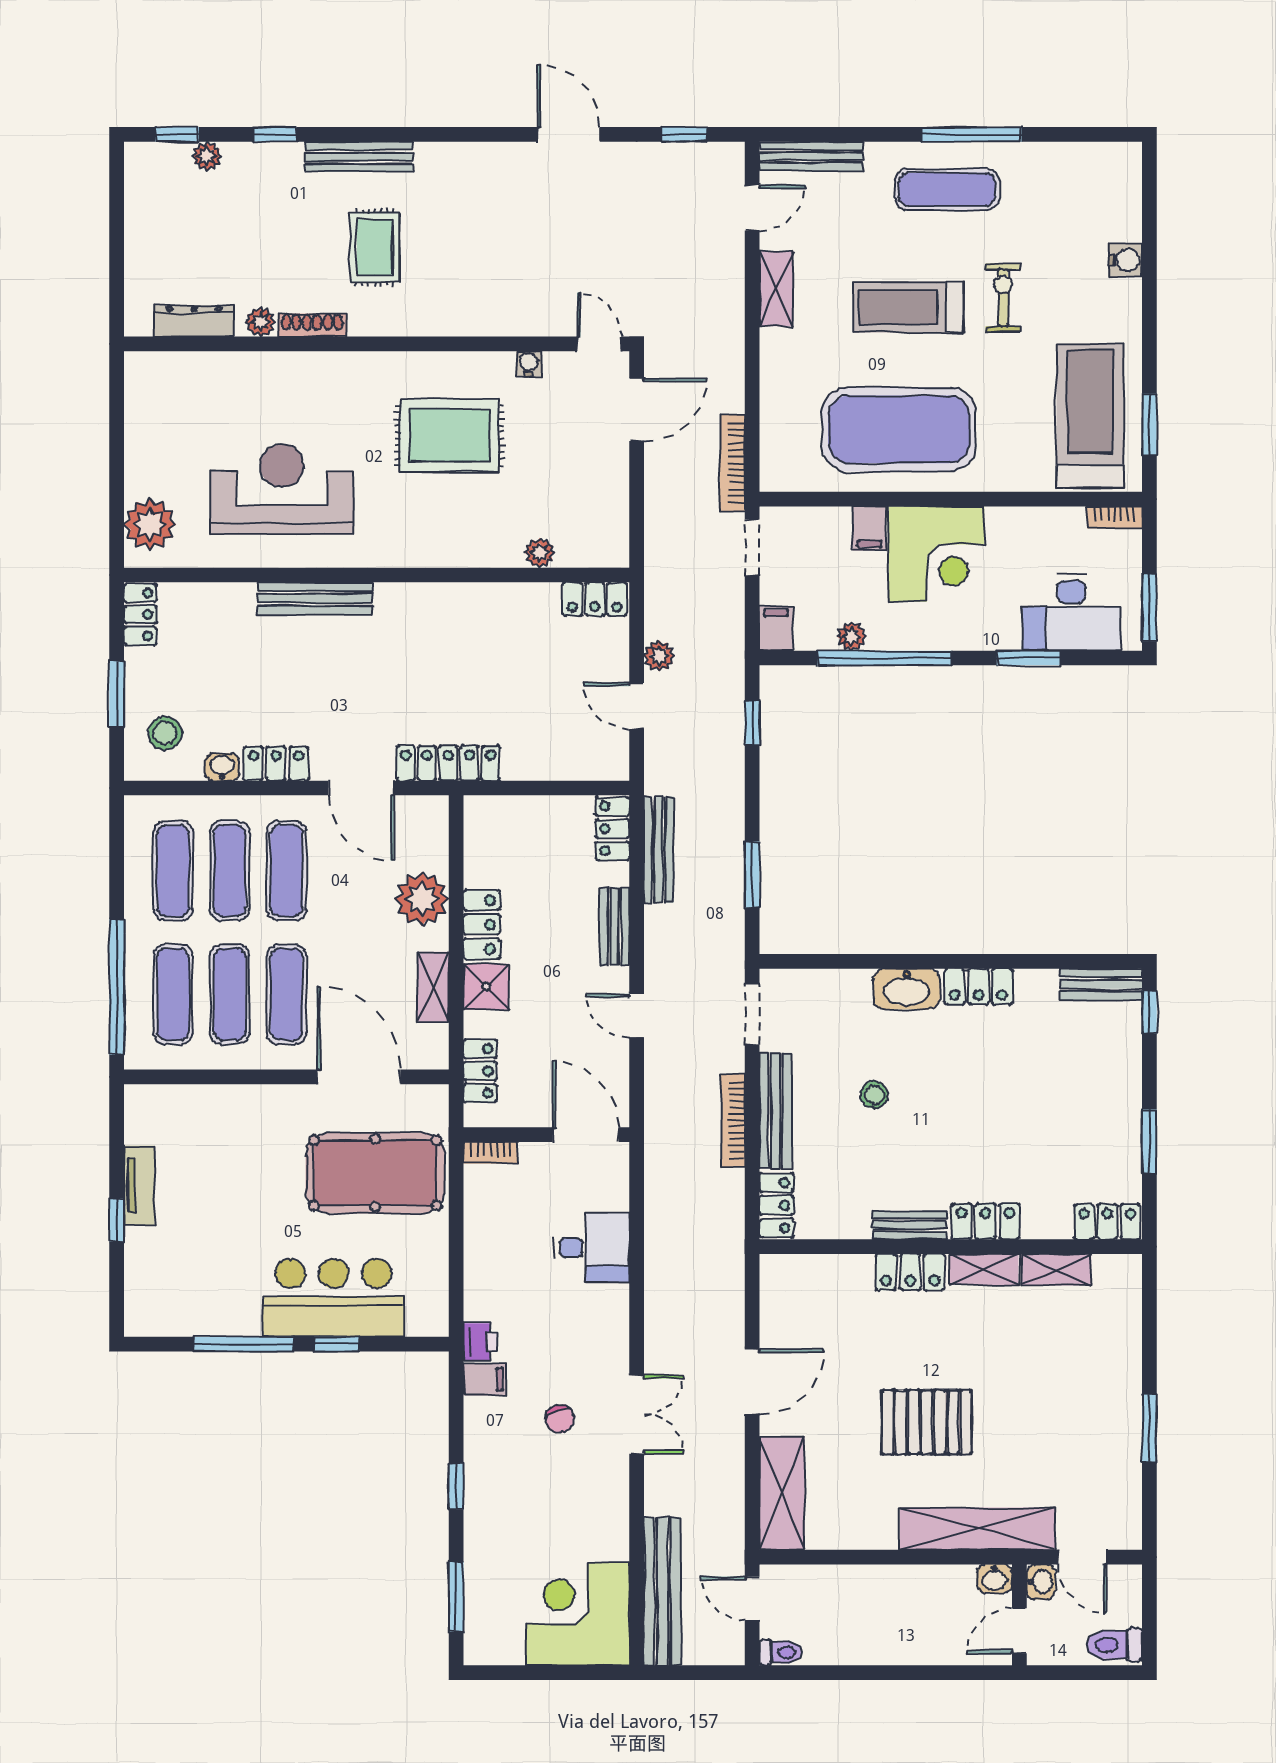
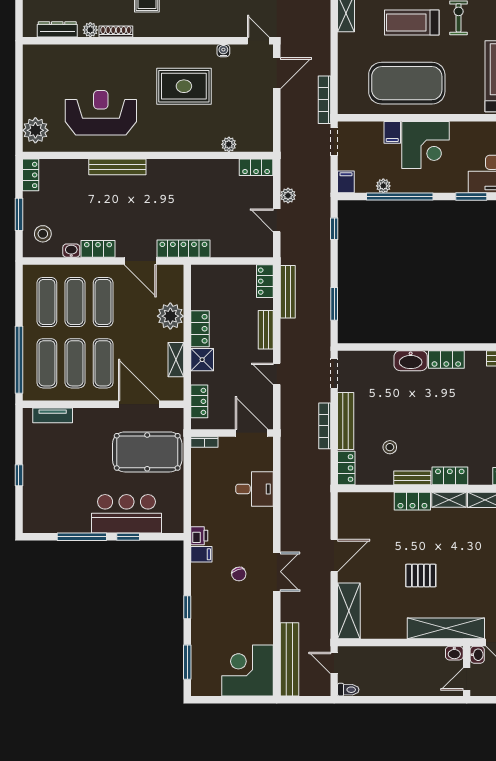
stool: (874, 1095) -> (390, 447), moved
tv unit: (139, 1185) -> (53, 415), moved, turned 90
pallet: (927, 1422) -> (421, 576), width x0.67, depth x0.71

